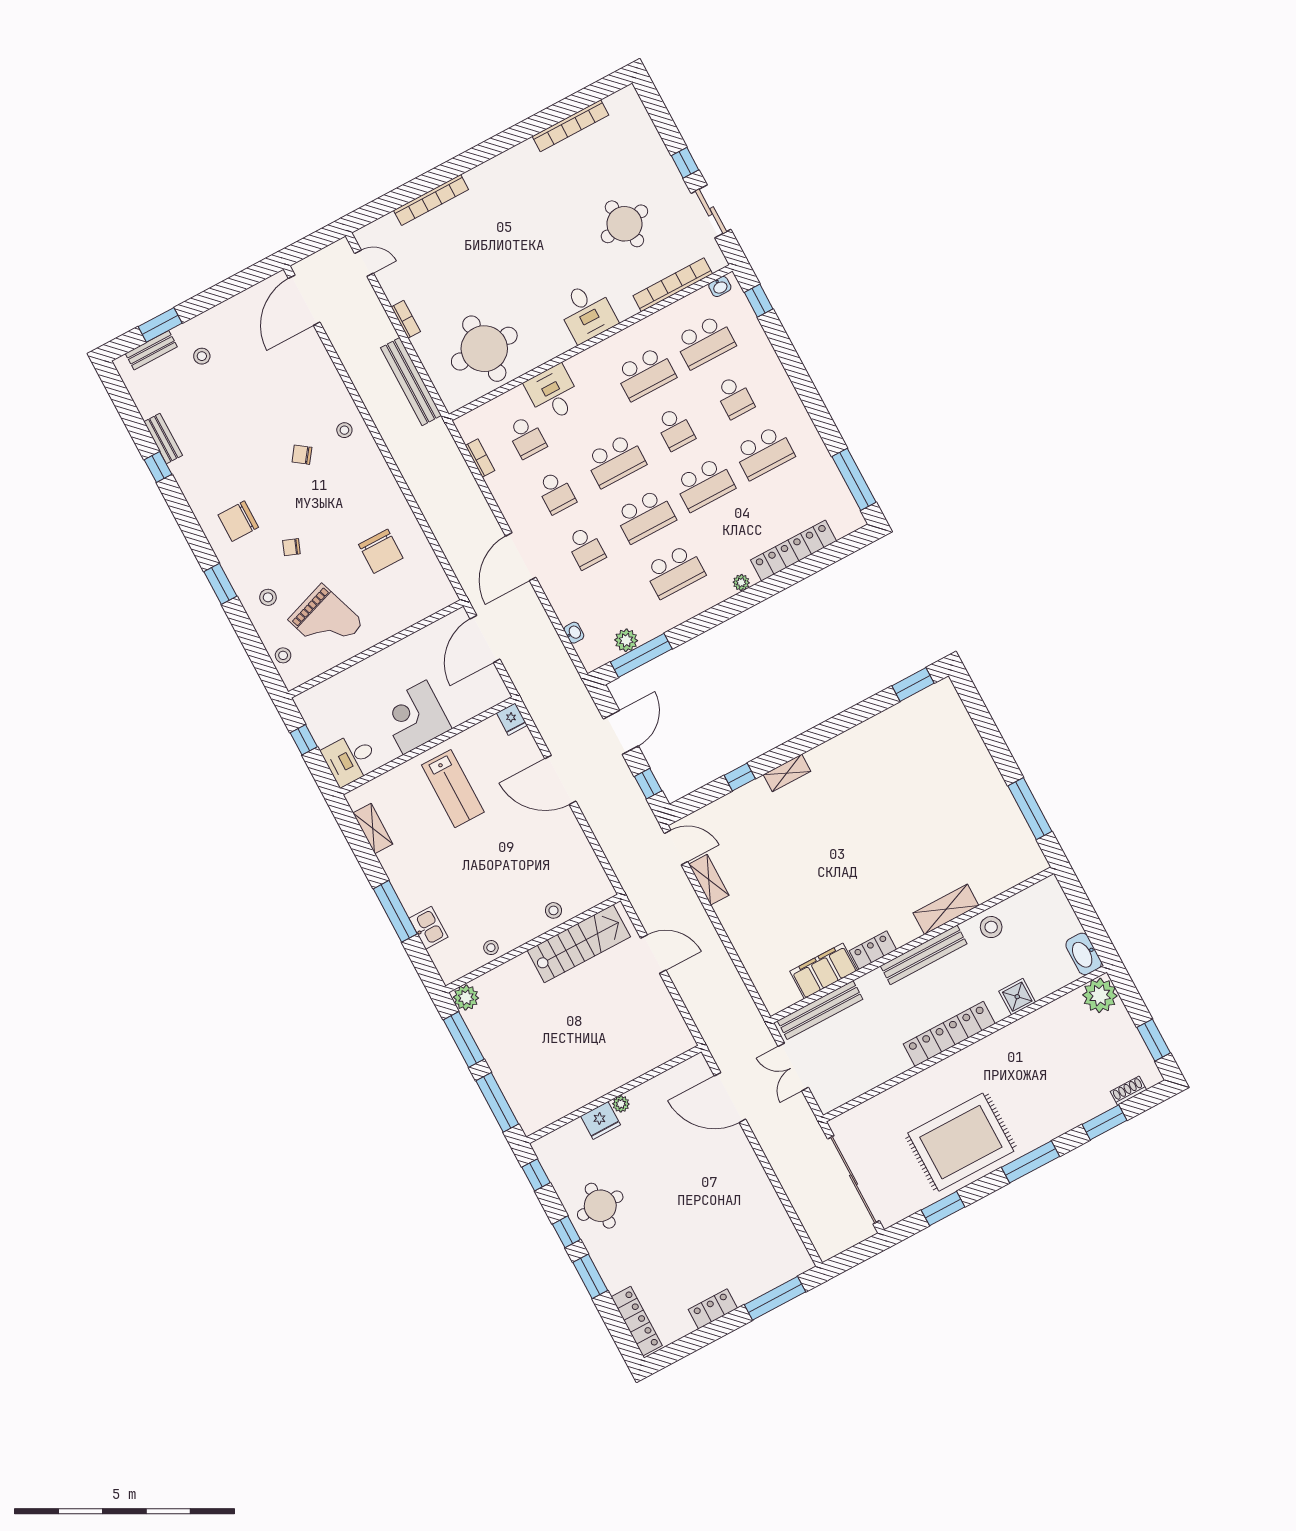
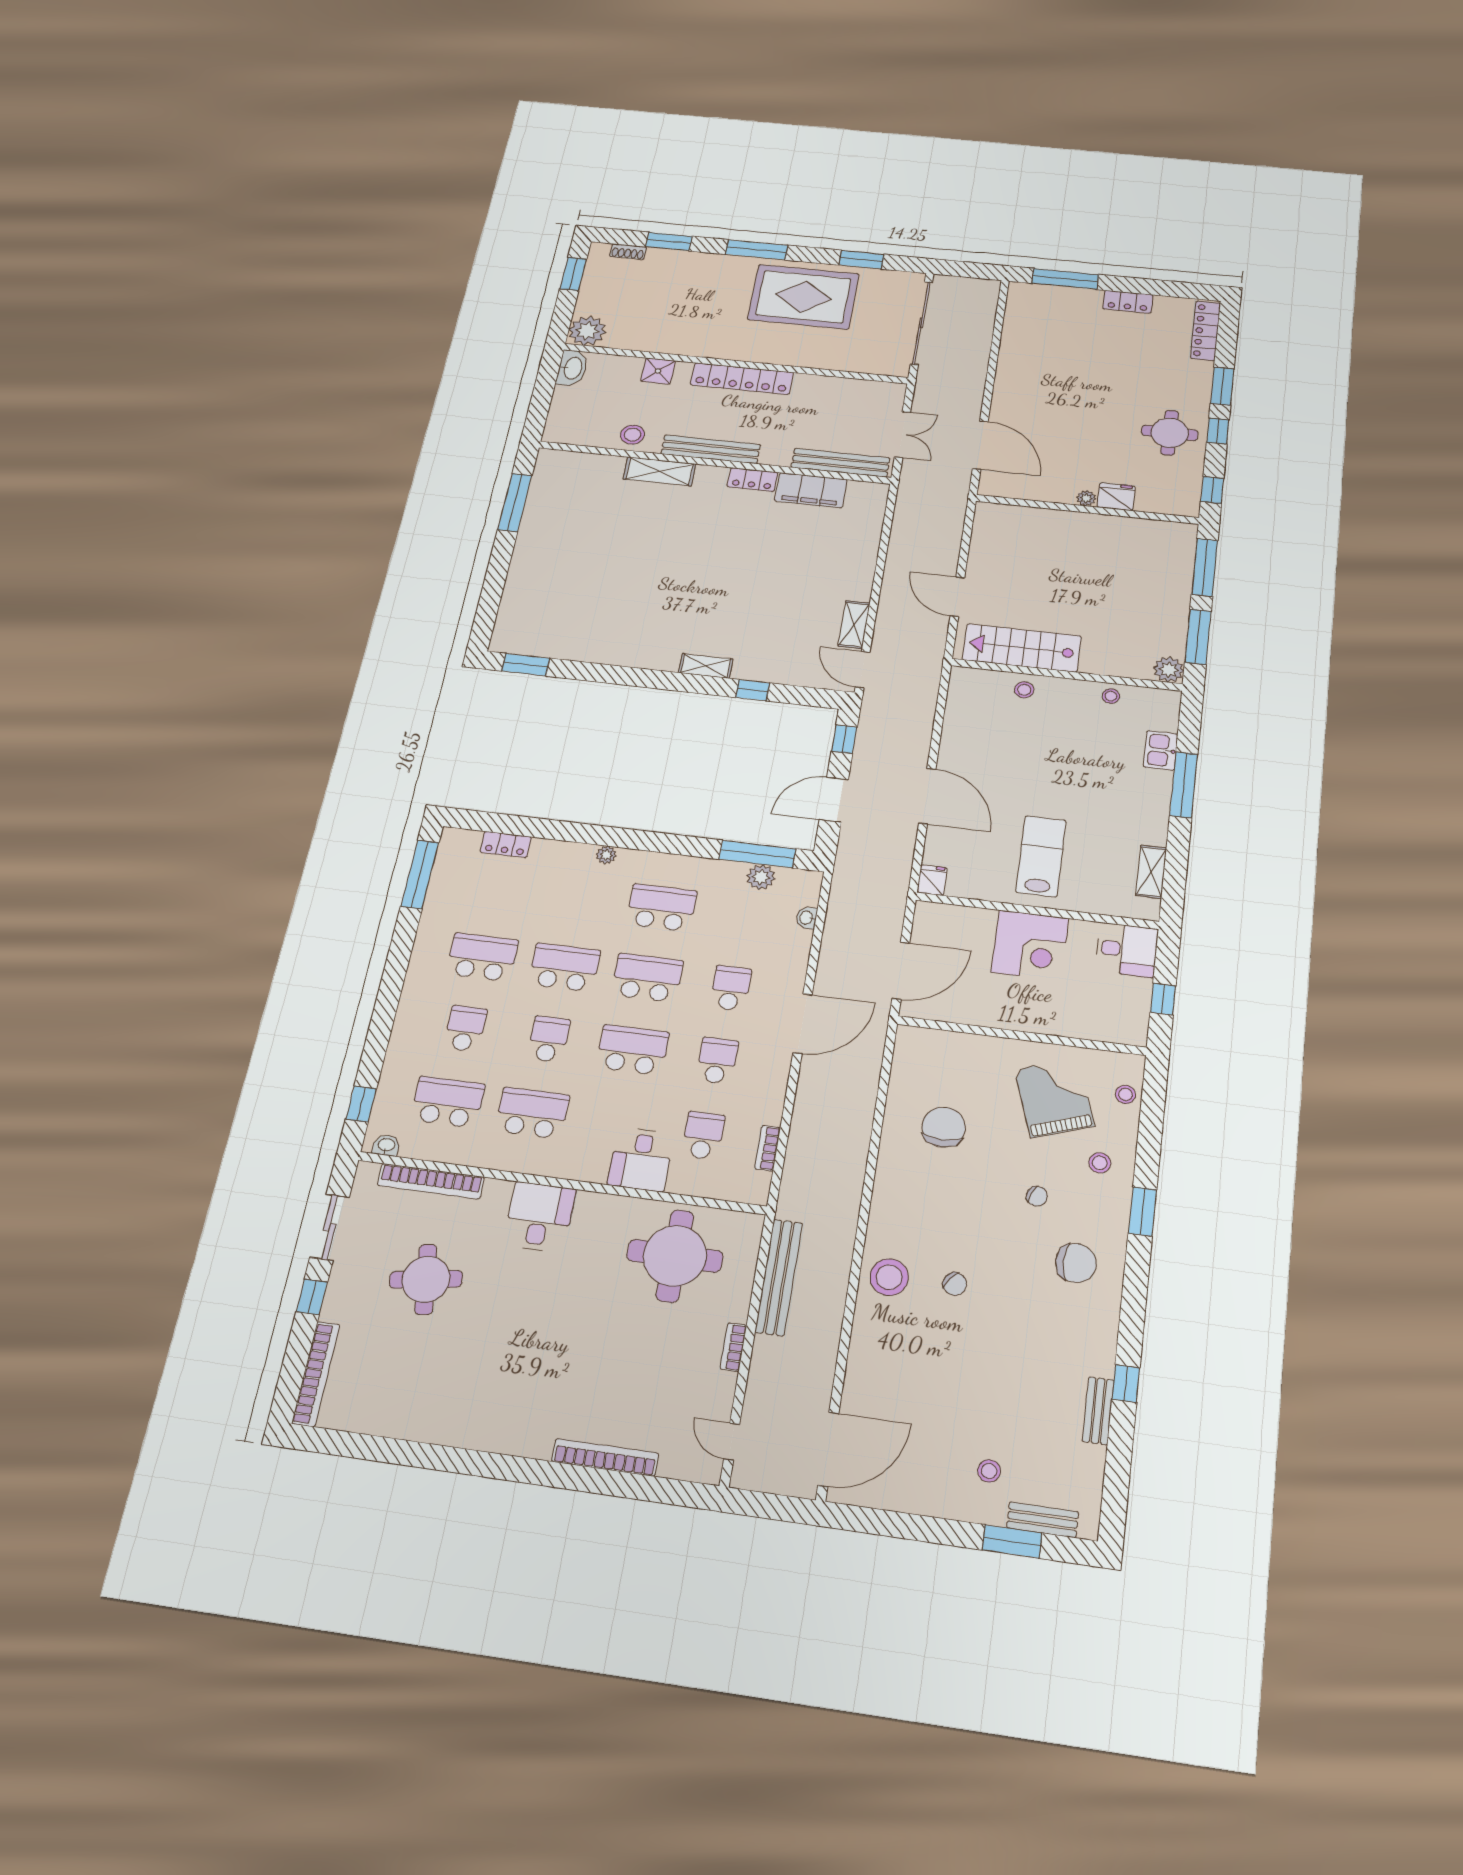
bookcase: (570, 126) -> (316, 1374), moved, turned 90
stool: (344, 430) -> (889, 1277), width x1.89, depth x1.89
locker: (794, 550) -> (506, 845), width x0.46, depth x0.83

